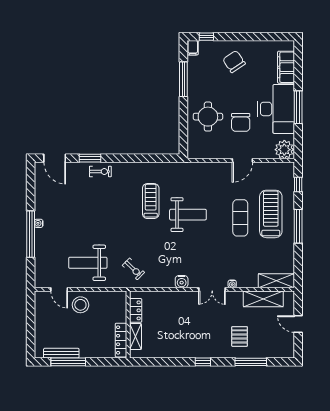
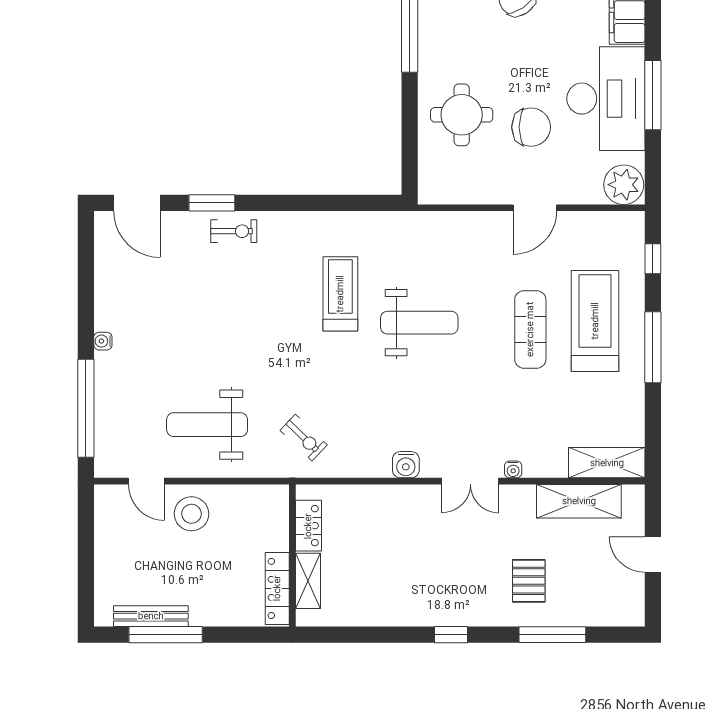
chair: (241, 122) -> (531, 127), turned -90
window: (31, 234) -> (86, 408), moved

